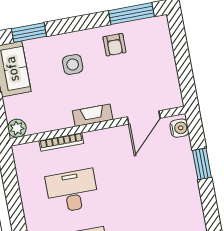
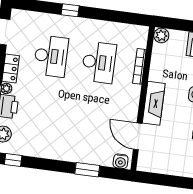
fireplace: (93, 115) -> (154, 103), width x1.37, depth x1.32

